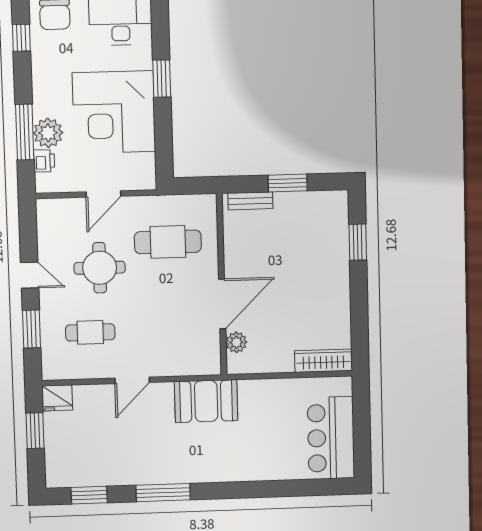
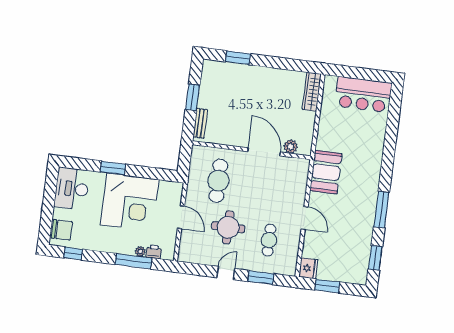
plant: (48, 133) -> (140, 251), width x0.53, depth x0.53

